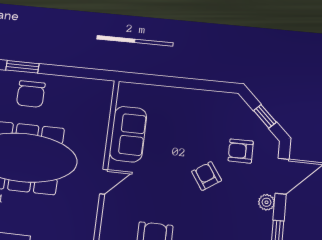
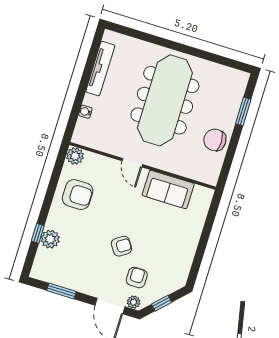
chair: (31, 94) -> (215, 140), moved
plant: (266, 202) -> (134, 302), moved

